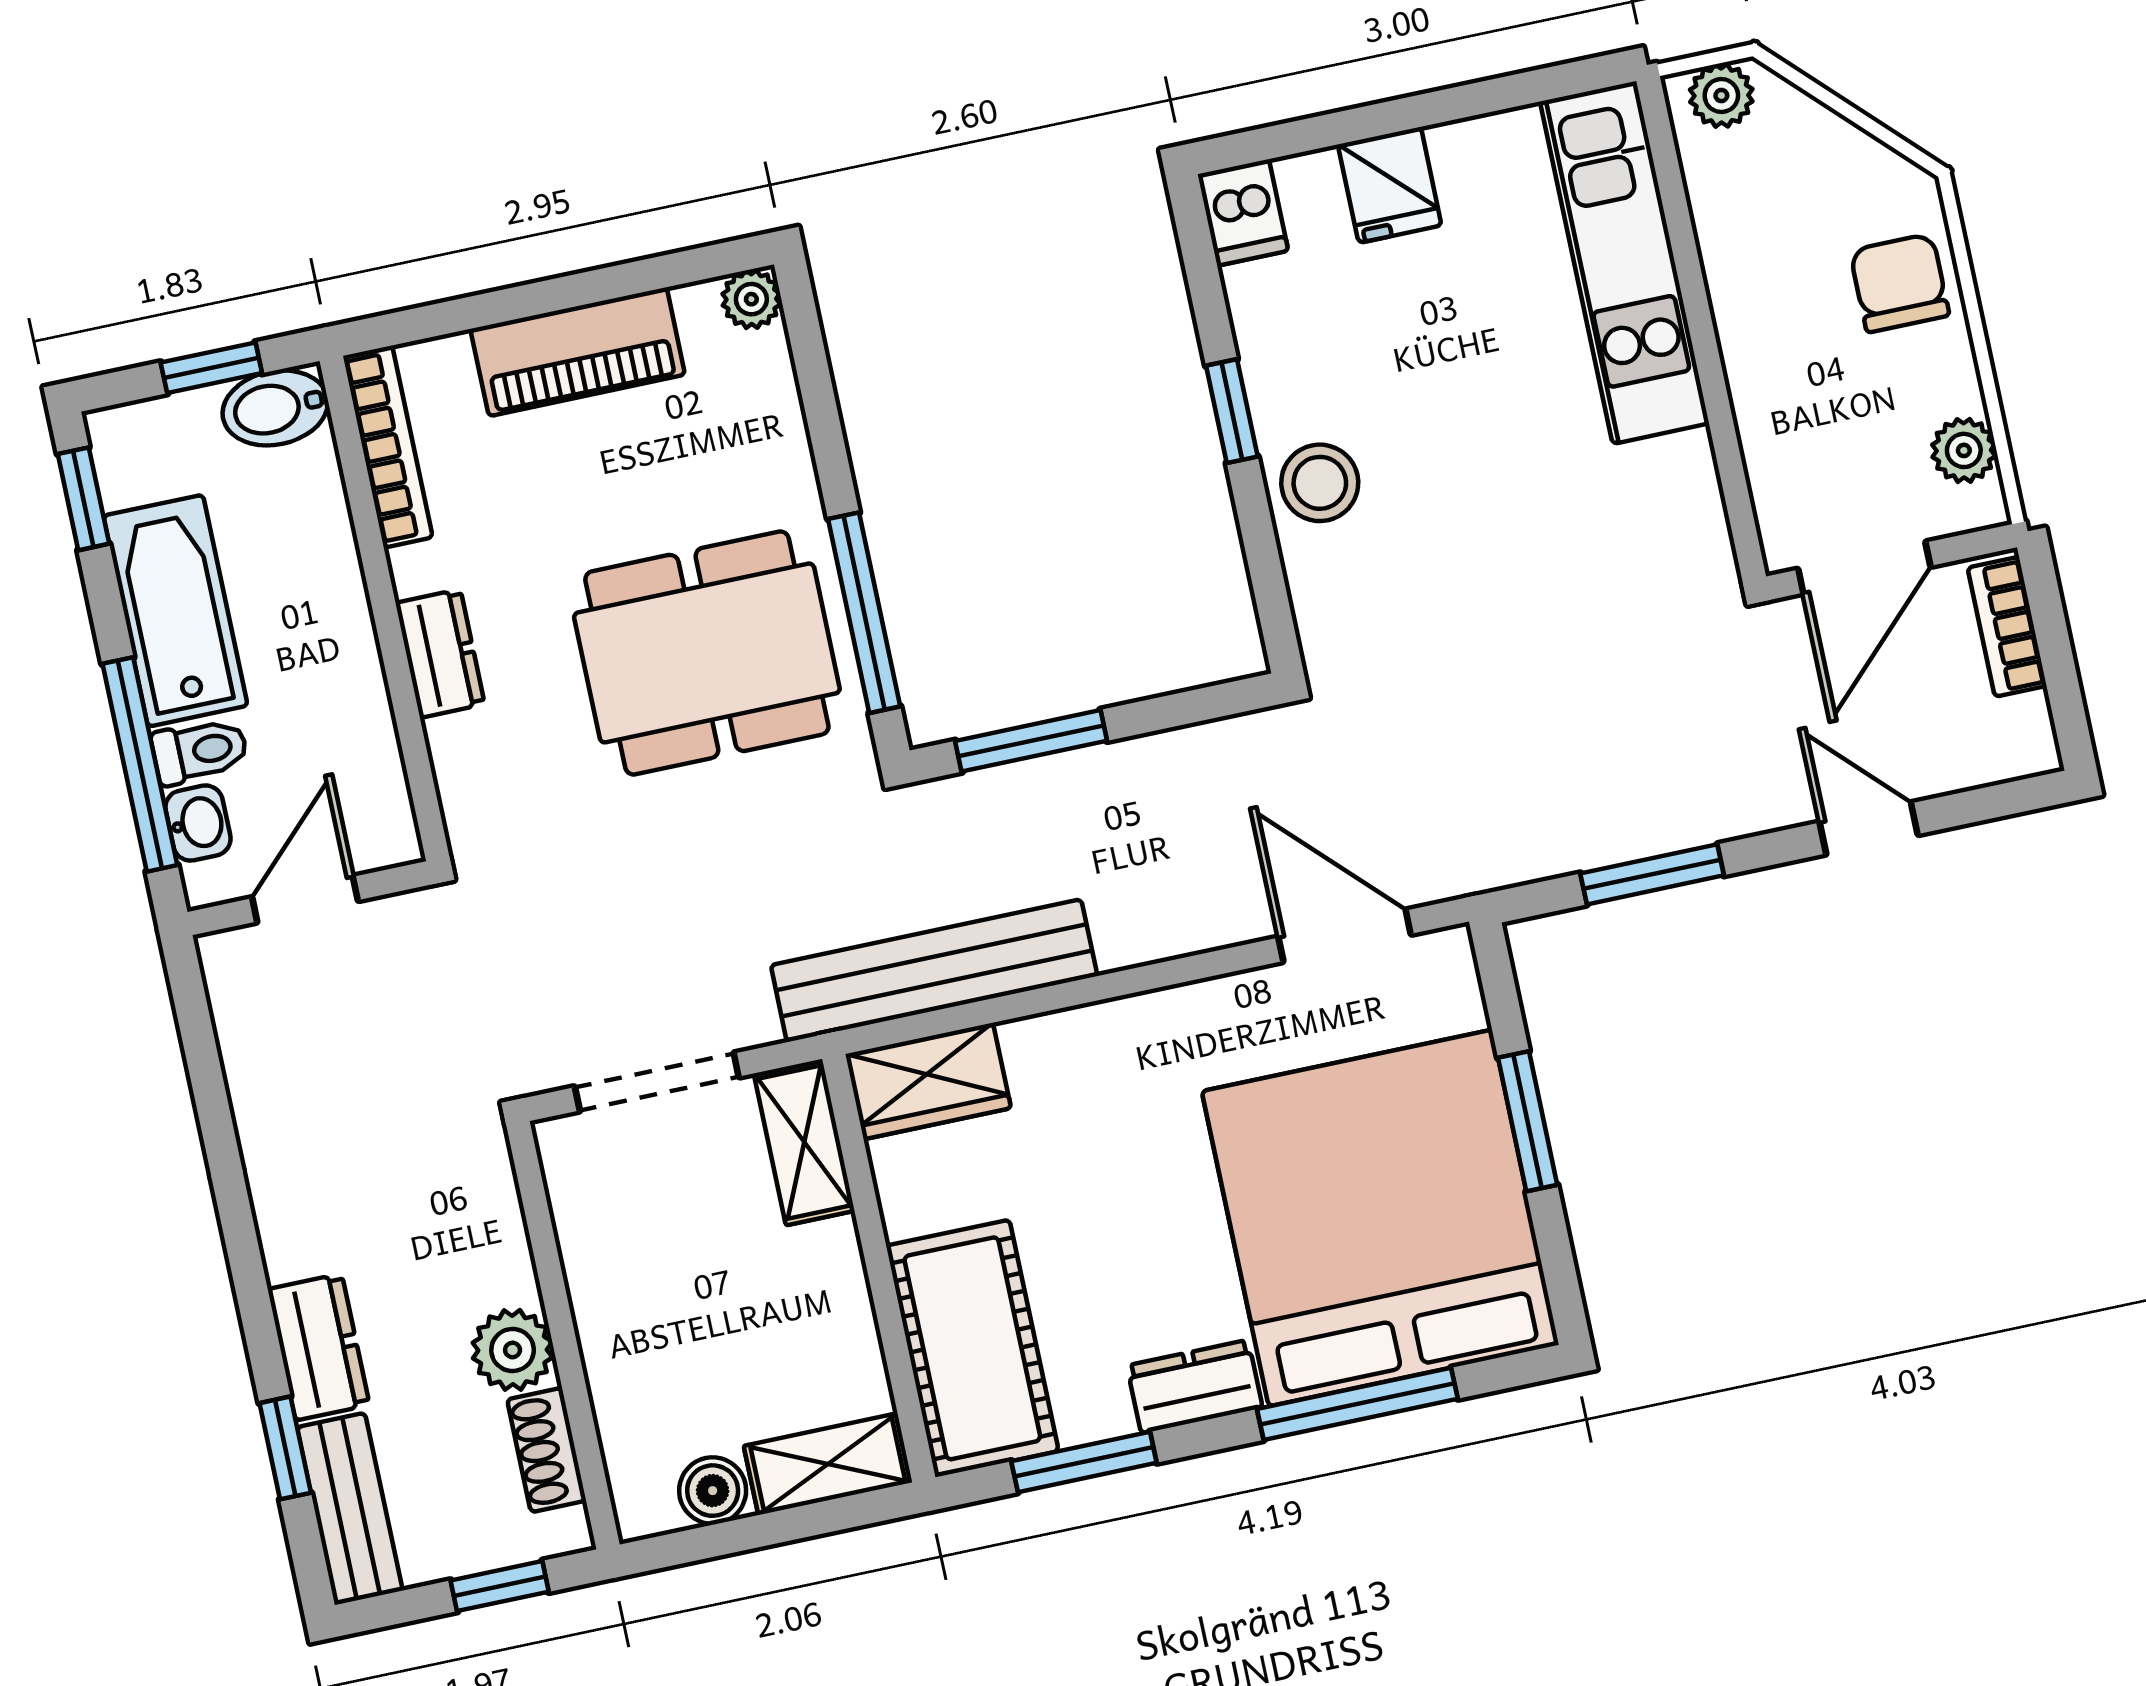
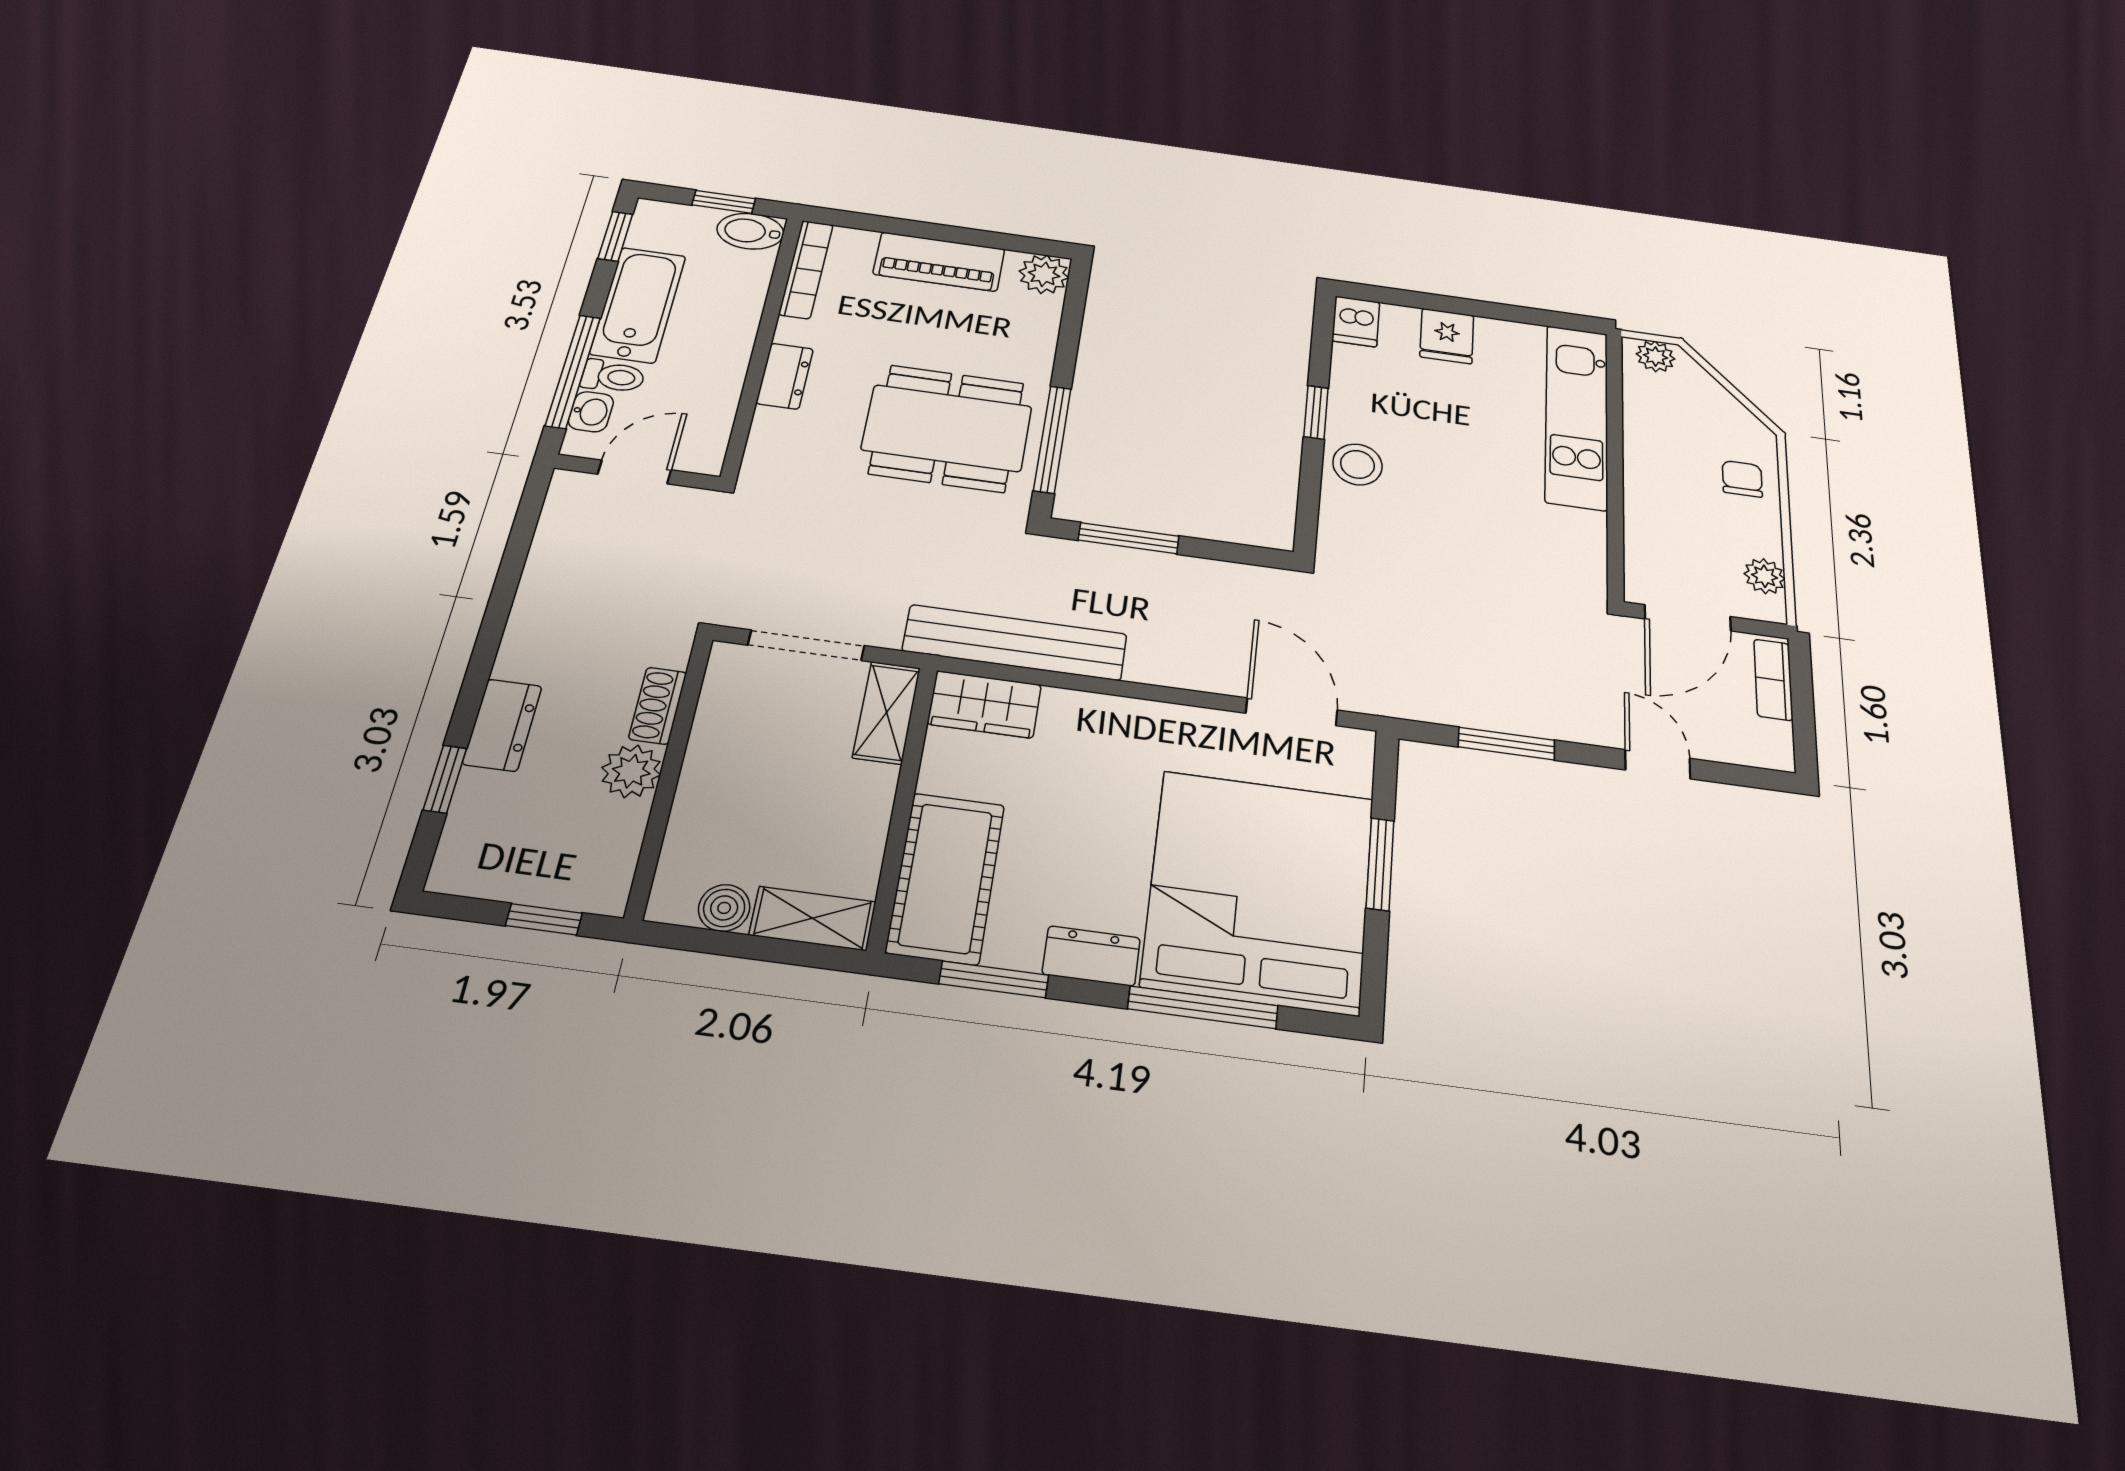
chair: (1900, 283) -> (1742, 479), width x0.73, depth x0.73
plant: (751, 299) -> (1044, 274), width x1.38, depth x1.38
shoe rack: (547, 1450) -> (658, 706), moved
bench: (350, 1509) -> (467, 833), removed

